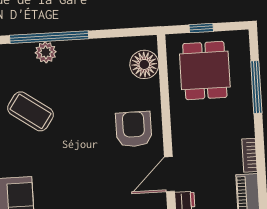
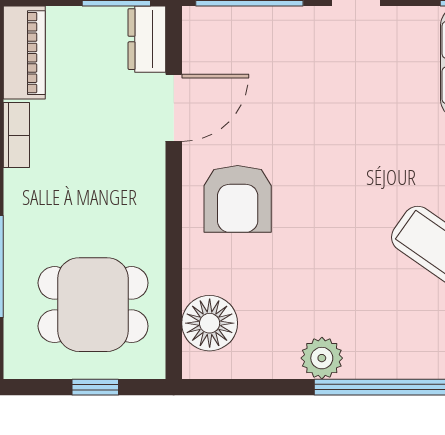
plant: (46, 52) -> (322, 358), moved
dining table: (205, 70) -> (93, 305), turned 90

